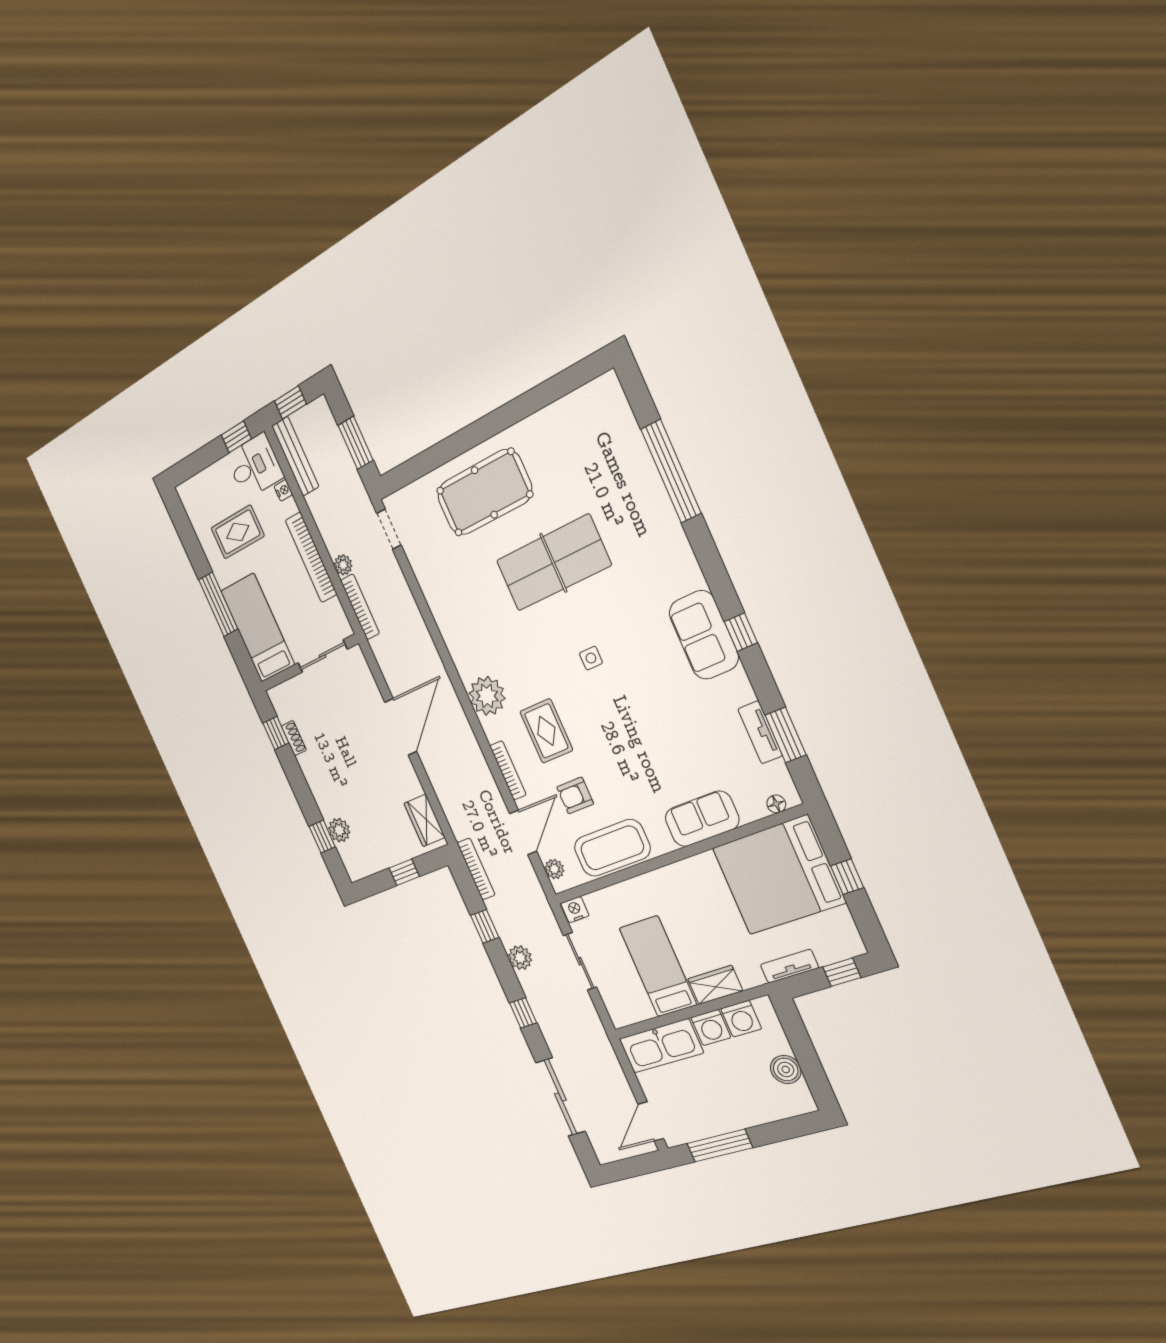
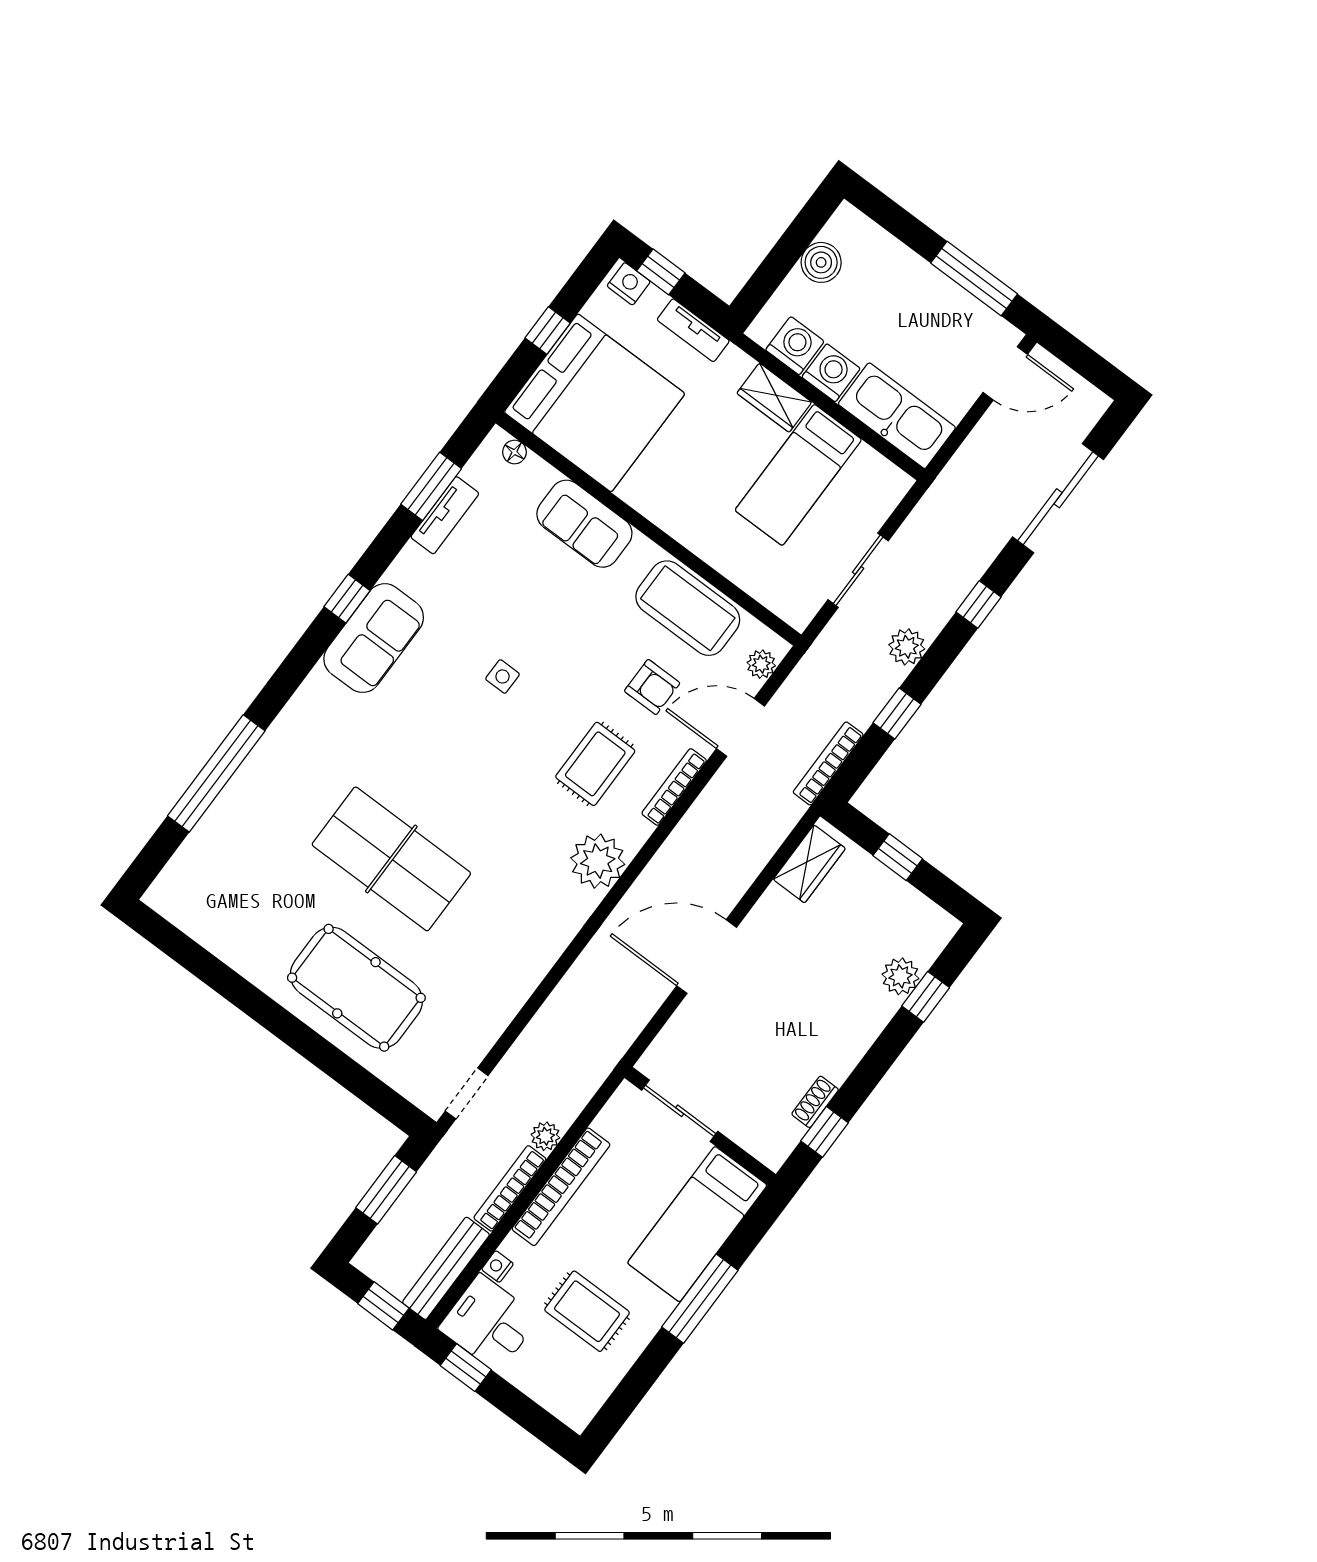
bookcase: (360, 607) -> (510, 1188), moved
side table: (591, 658) -> (503, 676), moved
nightstand: (575, 910) -> (629, 284), moved, turned 180

